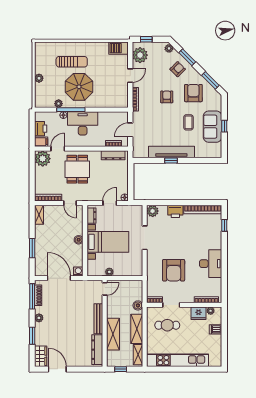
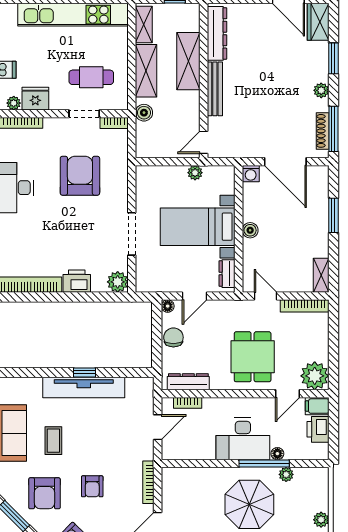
chair: (121, 180) -> (173, 337), added

